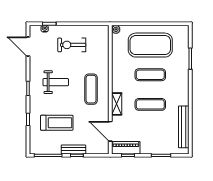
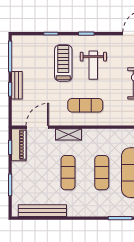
treadmill: (57, 123) -> (63, 63), moved, turned 180

